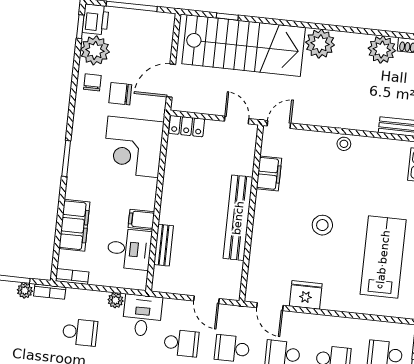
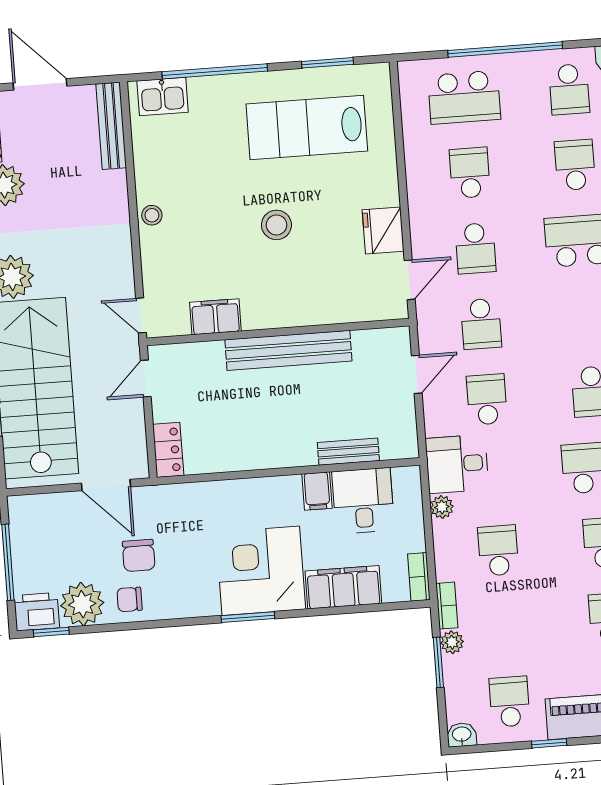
corner desk: (133, 147) -> (261, 571), moved, turned 180

